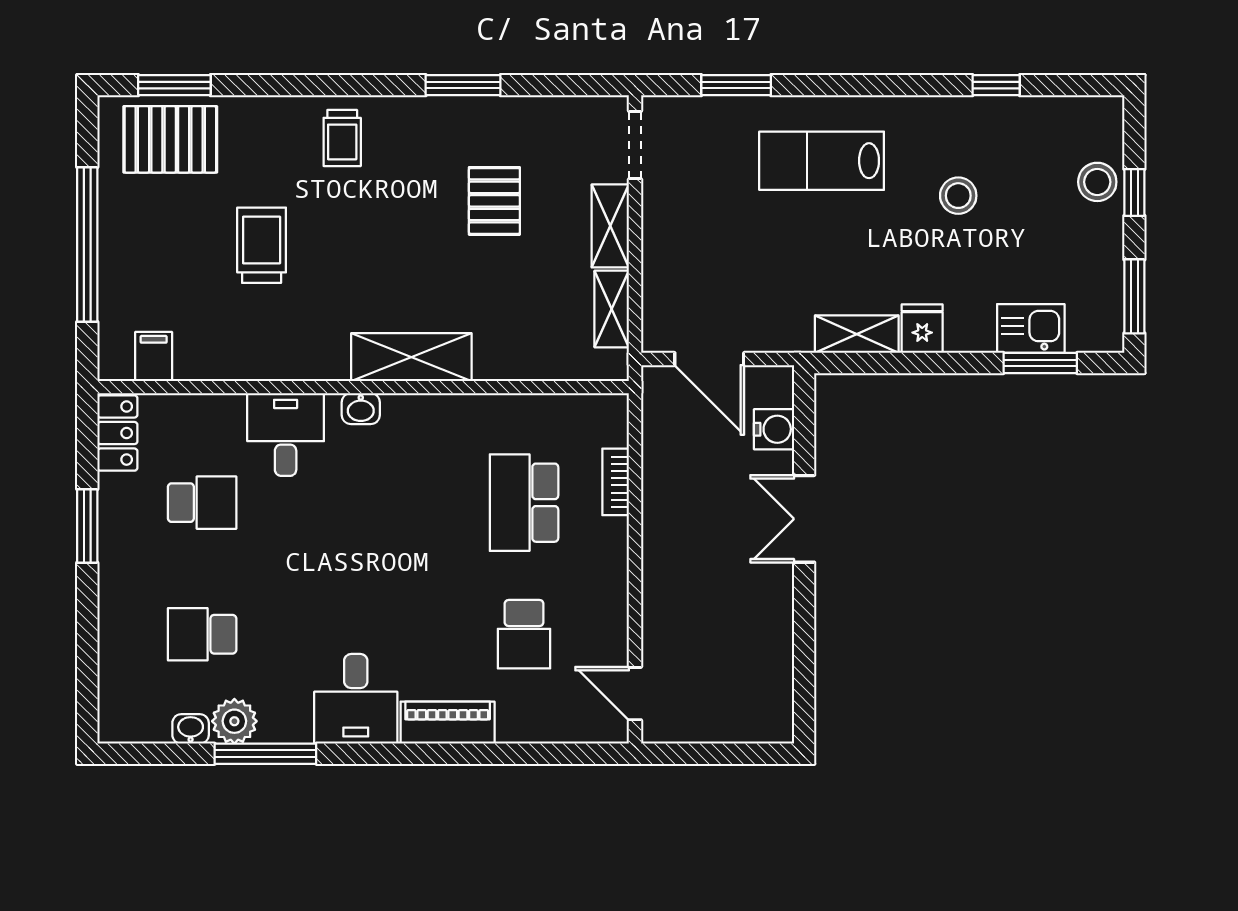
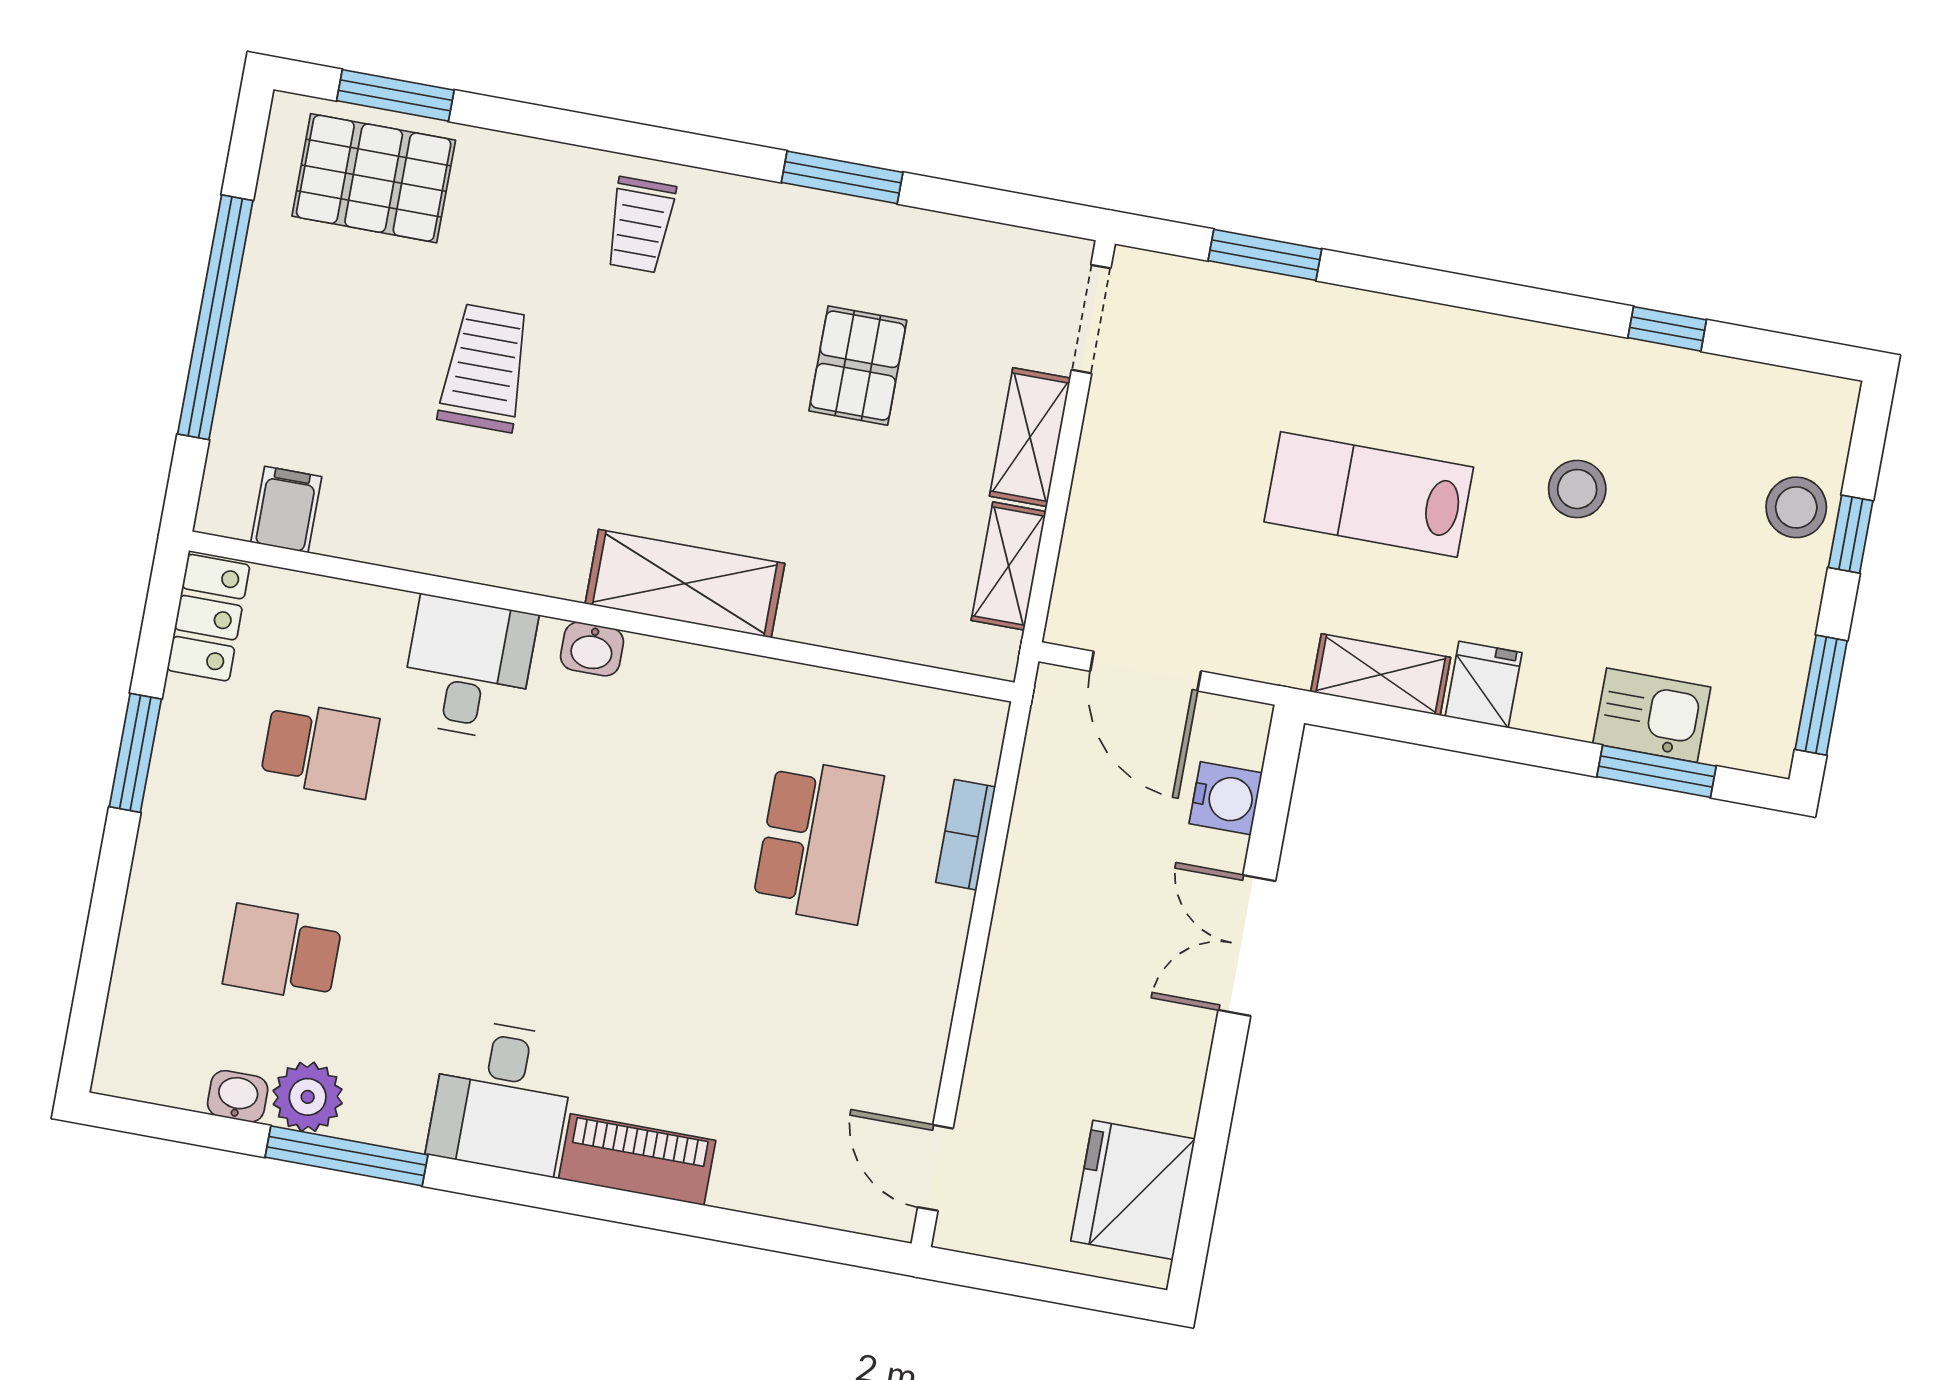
lab bench: (822, 161) -> (1369, 494), moved
school desk: (524, 503) -> (818, 841), turned 180
school desk: (524, 634) -> (781, 1045), removed
fridge: (761, 685) -> (1133, 1190), added

